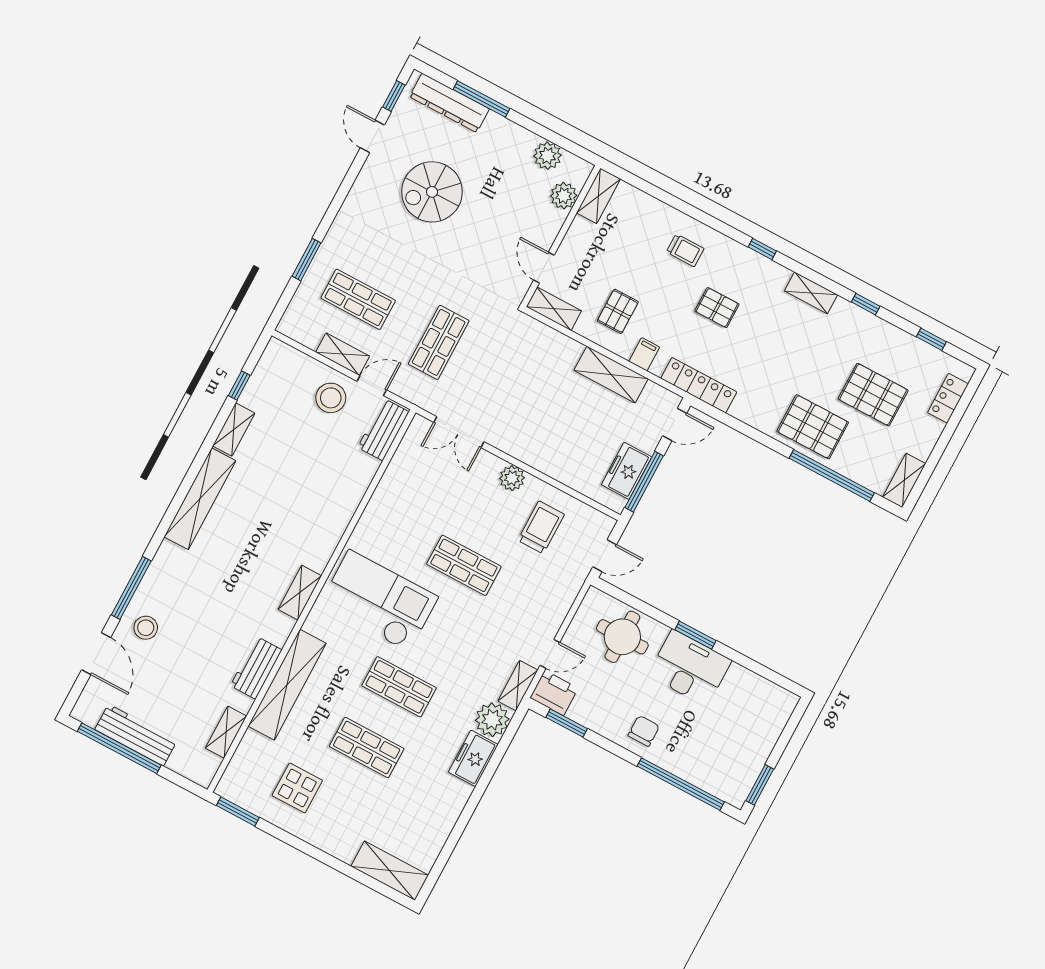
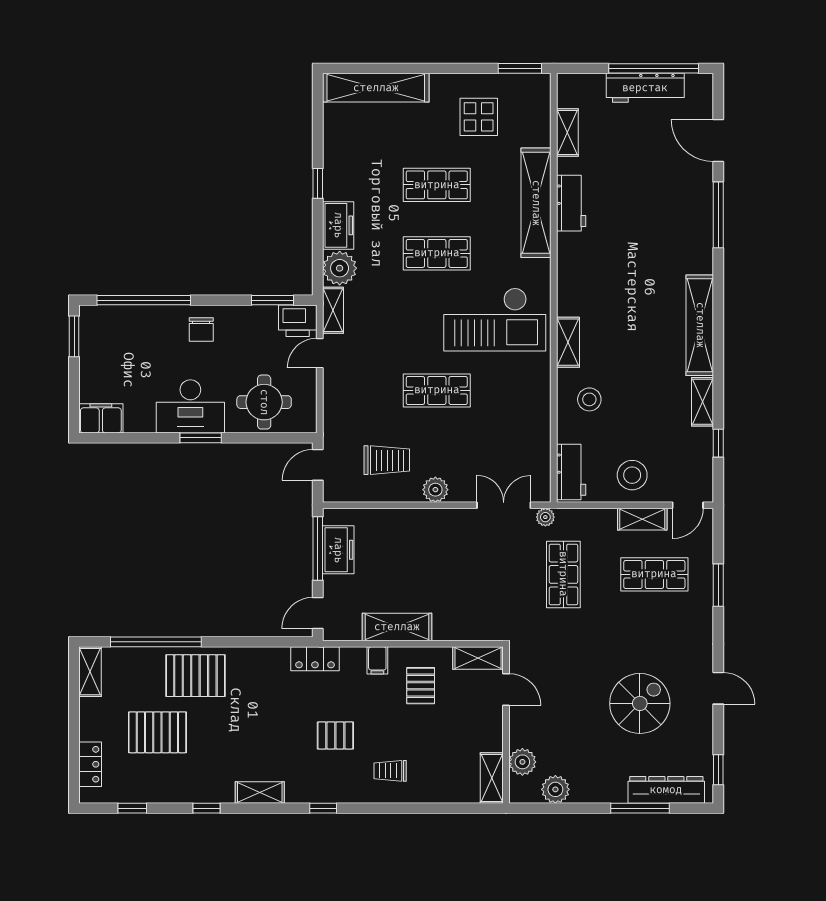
door: (372, 136) -> (718, 688), moved
locker: (699, 385) -> (315, 659), width x0.66
door: (372, 386) -> (688, 505), moved
plant: (428, 402) -> (545, 517), added
trolley: (541, 527) -> (387, 460), turned -90
shelving: (300, 593) -> (568, 342), moved
stool: (146, 628) -> (589, 399), moved
filing cabinet: (775, 700) -> (101, 418), added
window: (471, 805) -> (318, 183), added
shelving: (390, 871) -> (376, 88), width x1.47

